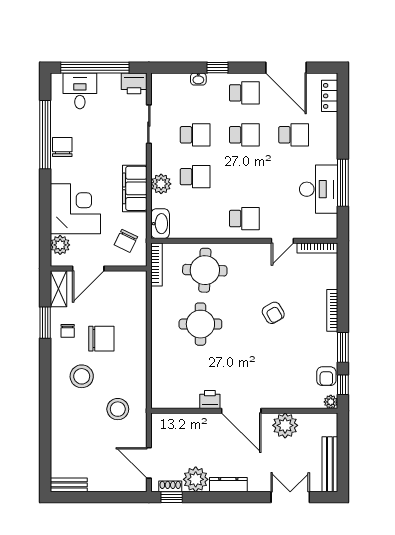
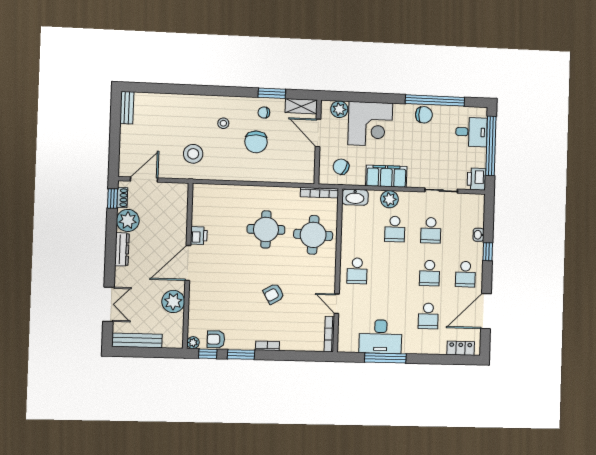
bookcase: (332, 310) -> (267, 346), width x0.64
stool: (82, 376) -> (223, 123), width x0.53, depth x0.53

